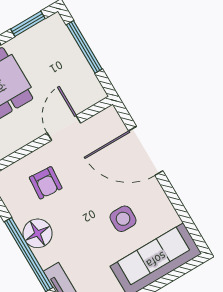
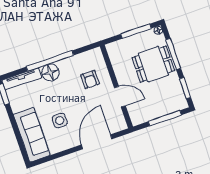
armchair: (46, 183) -> (90, 79), turned -94
floor lamp: (38, 233) -> (50, 73), moved

